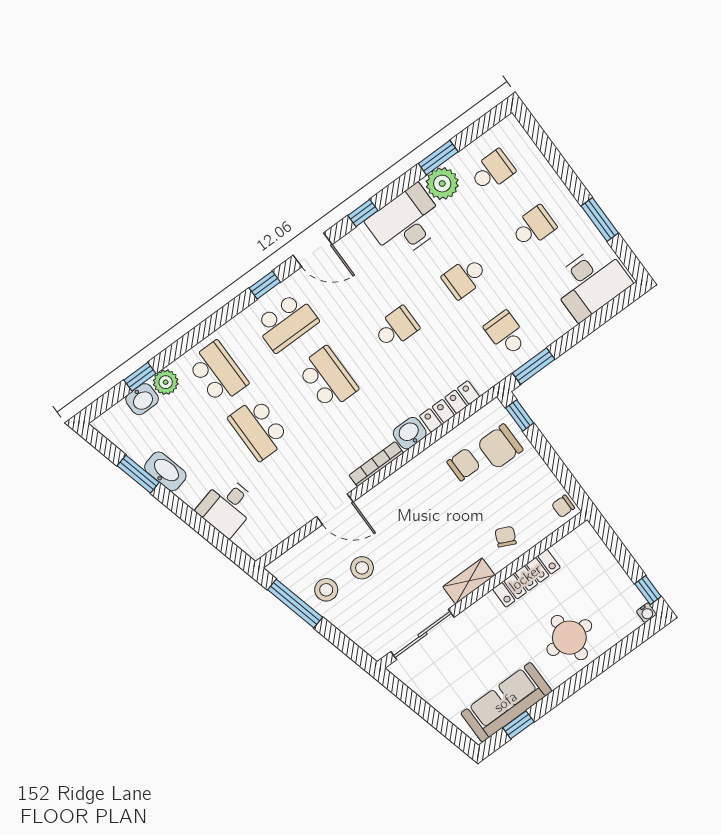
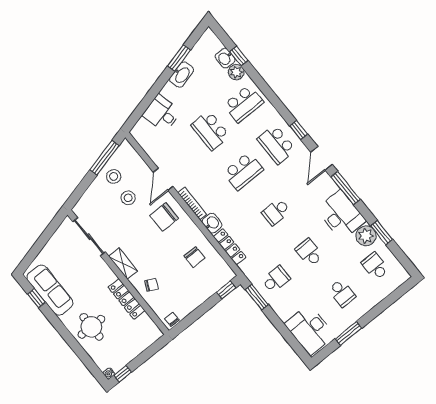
school desk: (492, 171) -> (375, 266), turned 180
window: (363, 213) -> (346, 188), width x2.17
school desk: (396, 328) -> (276, 212), turned 90
school desk: (259, 429) -> (210, 131), turned -90
chair: (500, 446) -> (164, 217), moved, turned -90

